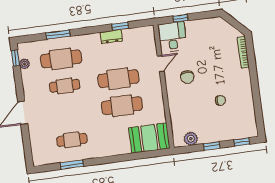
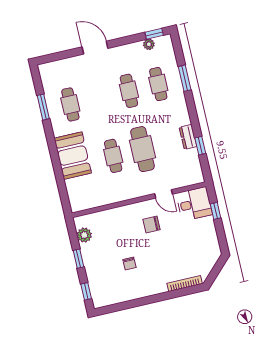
cafe table: (61, 59) -> (158, 84), width x0.73, depth x0.74
cafe table: (122, 106) -> (113, 156), width x0.73, depth x0.74
booth: (149, 138) -> (73, 156), moved

